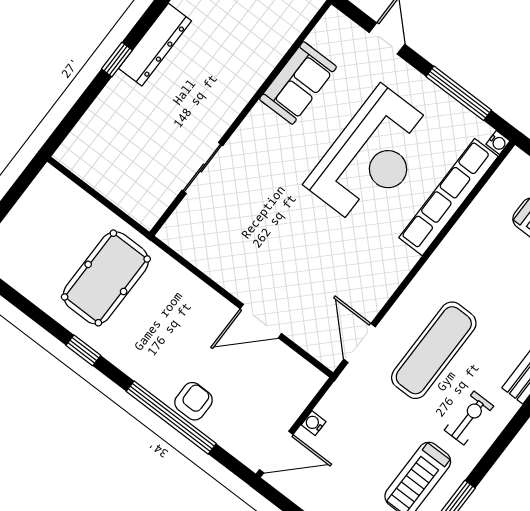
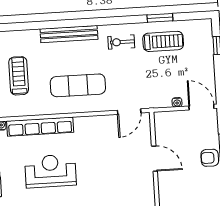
reception desk: (372, 157) -> (50, 171), width x0.74, depth x0.77
exercise mat: (434, 350) -> (78, 85), moved

